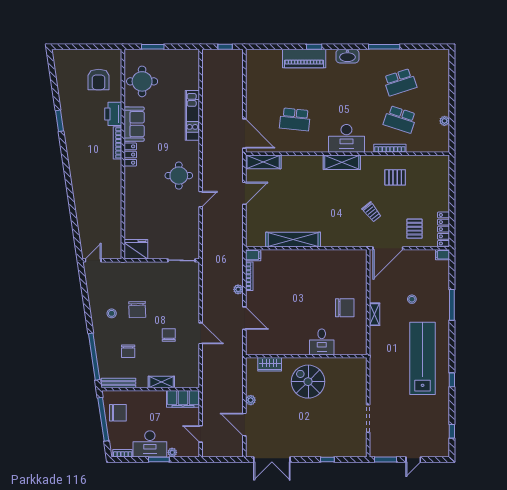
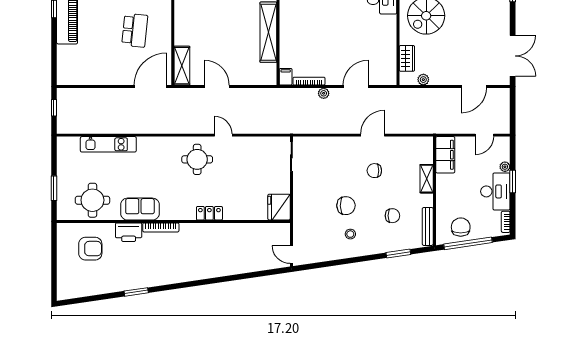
kitchen unit: (192, 115) -> (108, 144), moved
locker: (130, 155) -> (209, 213), moved
window: (94, 357) -> (398, 254), width x0.47
plant: (251, 400) -> (423, 80), moved

